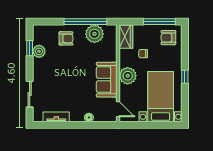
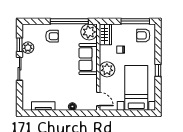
plant: (94, 34) -> (89, 32), moved
sofa: (107, 80) -> (88, 59), moved
sliding door: (30, 94) -> (20, 69), moved

